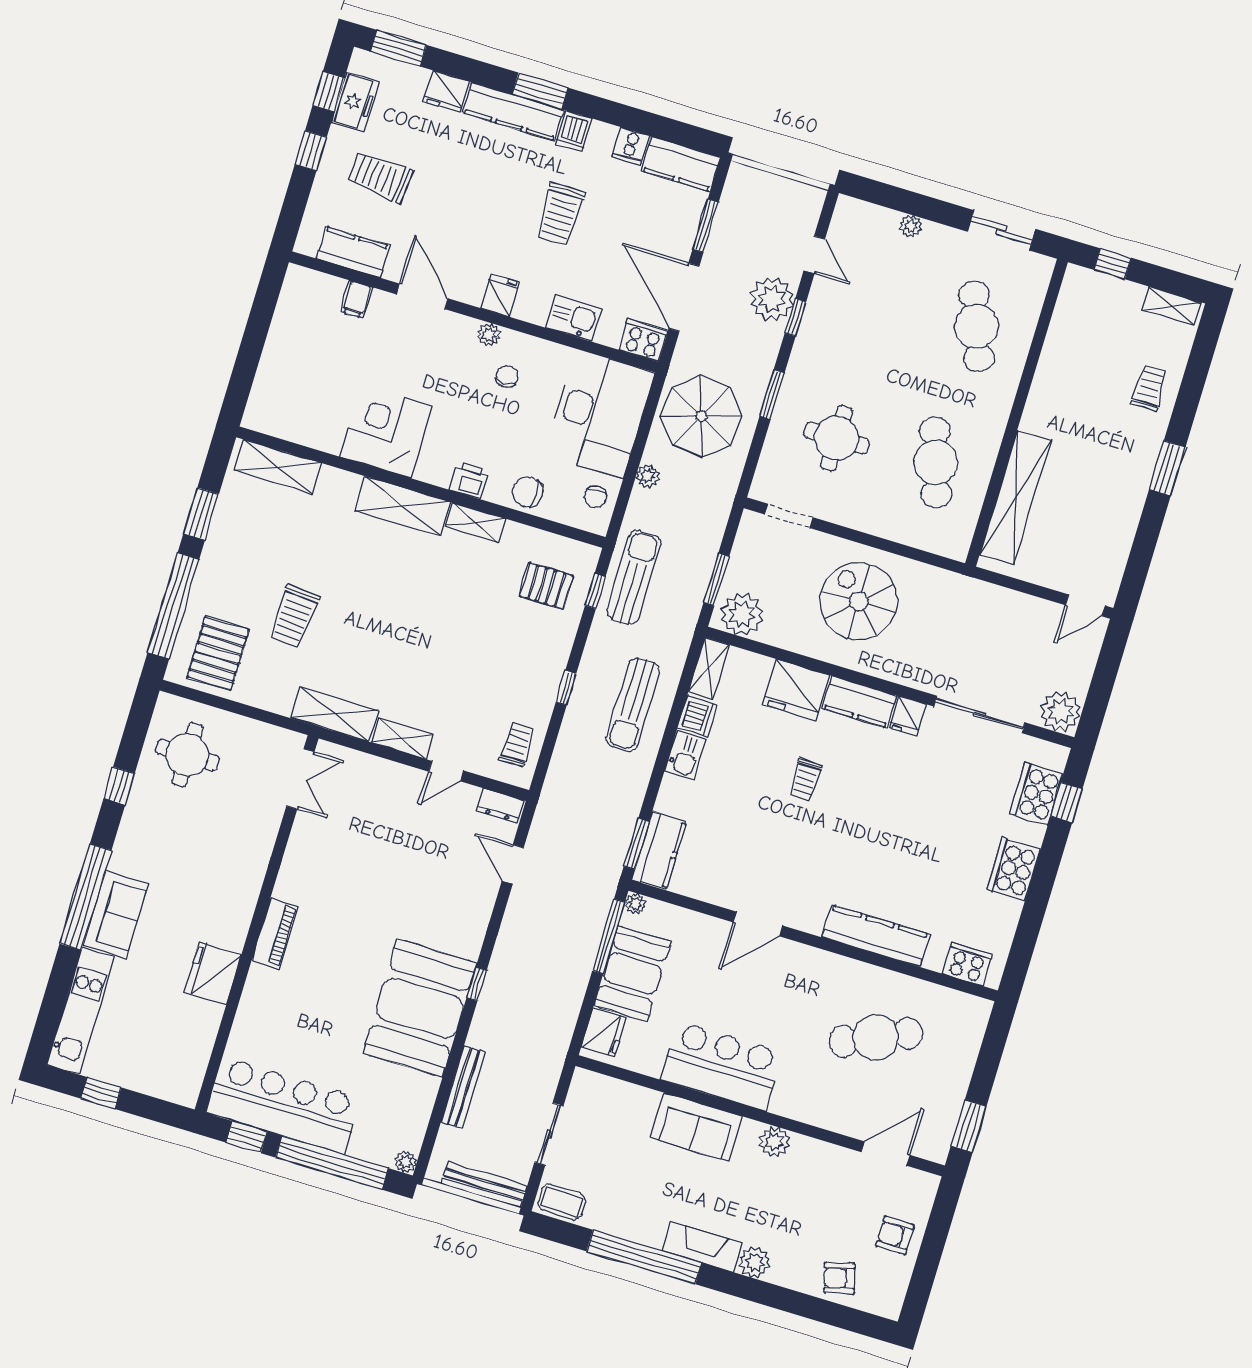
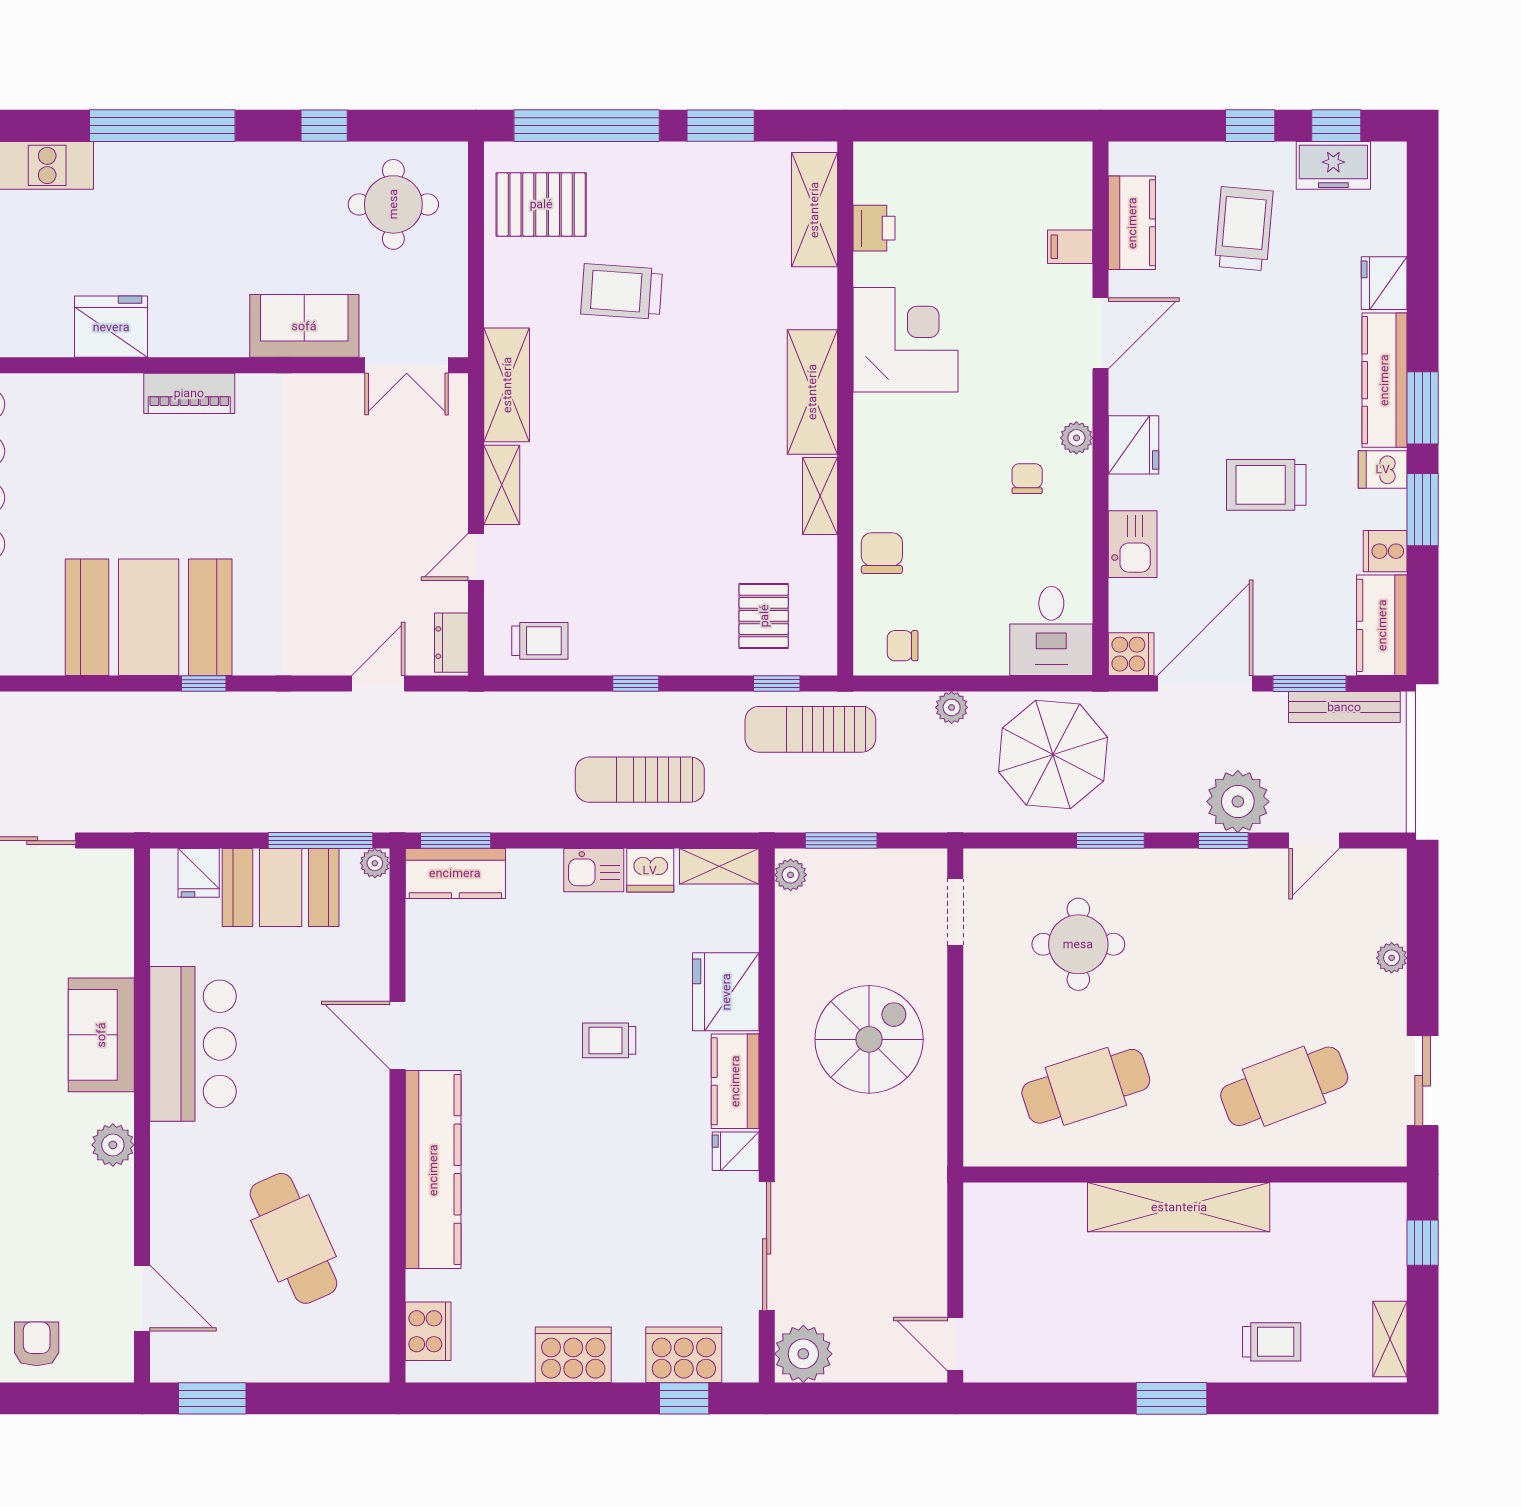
window: (398, 48) -> (1423, 510), moved
fridge: (500, 295) -> (1134, 445), width x1.38
cooker: (643, 340) -> (1131, 654), width x0.73
chair: (507, 377) -> (1027, 479), turned -90
desk: (600, 414) -> (1051, 631), width x0.53, depth x0.77
printer: (469, 480) -> (874, 228), moved
shelving: (1015, 497) -> (1179, 1207), moved
sun lounger: (634, 577) -> (810, 729), turned 180
plant: (742, 614) -> (791, 875), width x0.53, depth x0.53
door: (446, 771) -> (476, 557), hinge flipped
sofa: (116, 914) -> (304, 326), moved, turned 180
kitchen counter: (876, 936) -> (433, 1170), width x1.39, depth x1.17
fridge: (604, 1032) -> (199, 873), width x0.72
bench: (463, 1087) -> (1344, 707), moved

